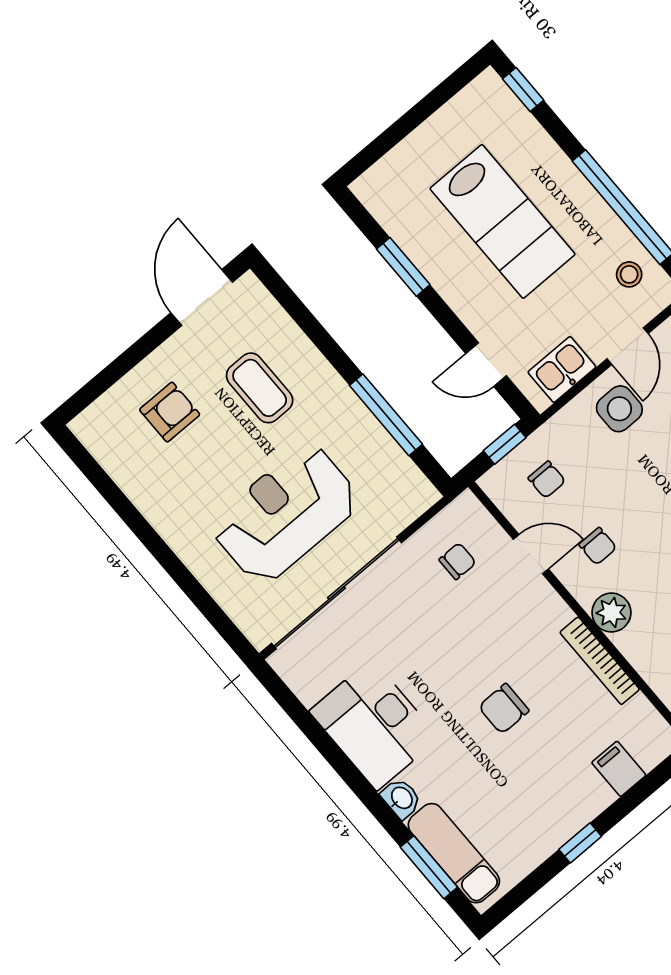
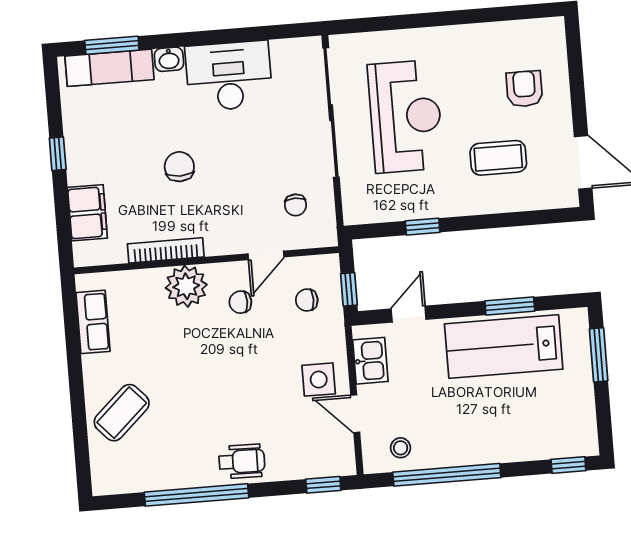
window: (388, 140) -> (599, 355), added
lab bench: (503, 221) -> (504, 346), moved
armchair: (170, 412) -> (524, 89), turned 180
window: (386, 415) -> (423, 227), width x0.46
plant: (611, 613) -> (186, 286), width x1.36, depth x1.36
filing cabinet: (619, 769) -> (87, 213), width x2.00

